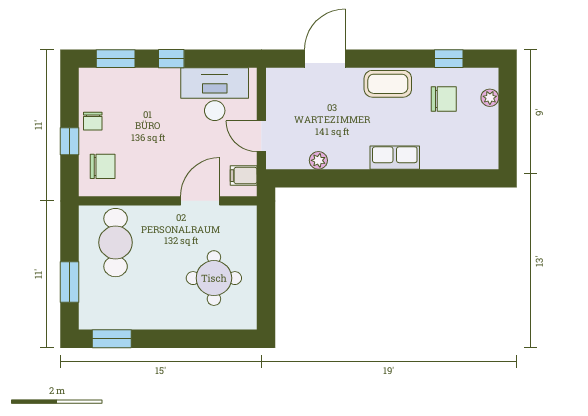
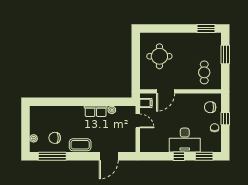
window: (449, 59) -> (52, 156), width x2.17
desk: (215, 94) -> (185, 140), moved
row of seats: (395, 158) -> (96, 111), moved
cafe table: (116, 243) -> (204, 72), width x0.73, depth x0.74

